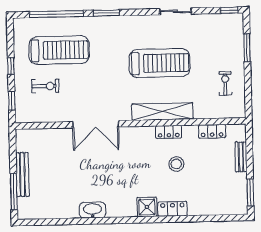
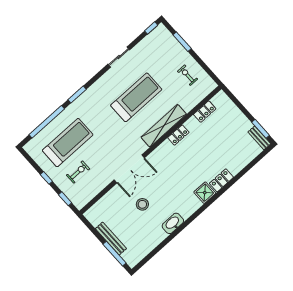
bench: (241, 157) -> (259, 138), moved
stool: (176, 164) -> (142, 204), moved

